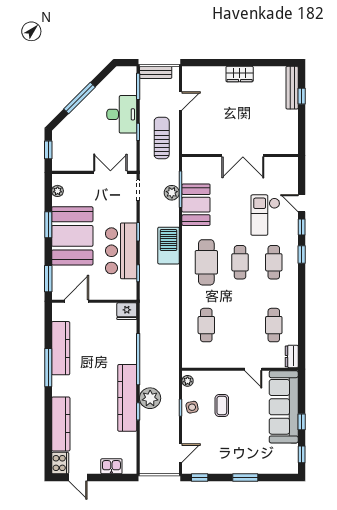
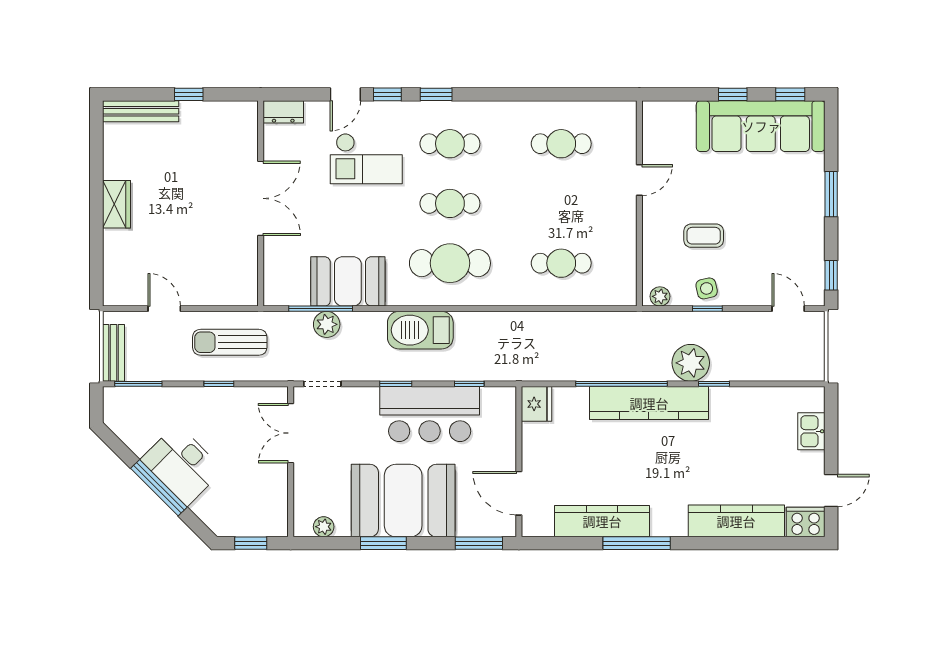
window: (302, 96) -> (189, 94), moved
desk: (122, 114) -> (182, 465), moved, turned -135
dresser: (292, 356) -> (283, 112), moved
kitchen counter: (127, 398) -> (649, 403), moved
sofa: (284, 407) -> (761, 126), moved

